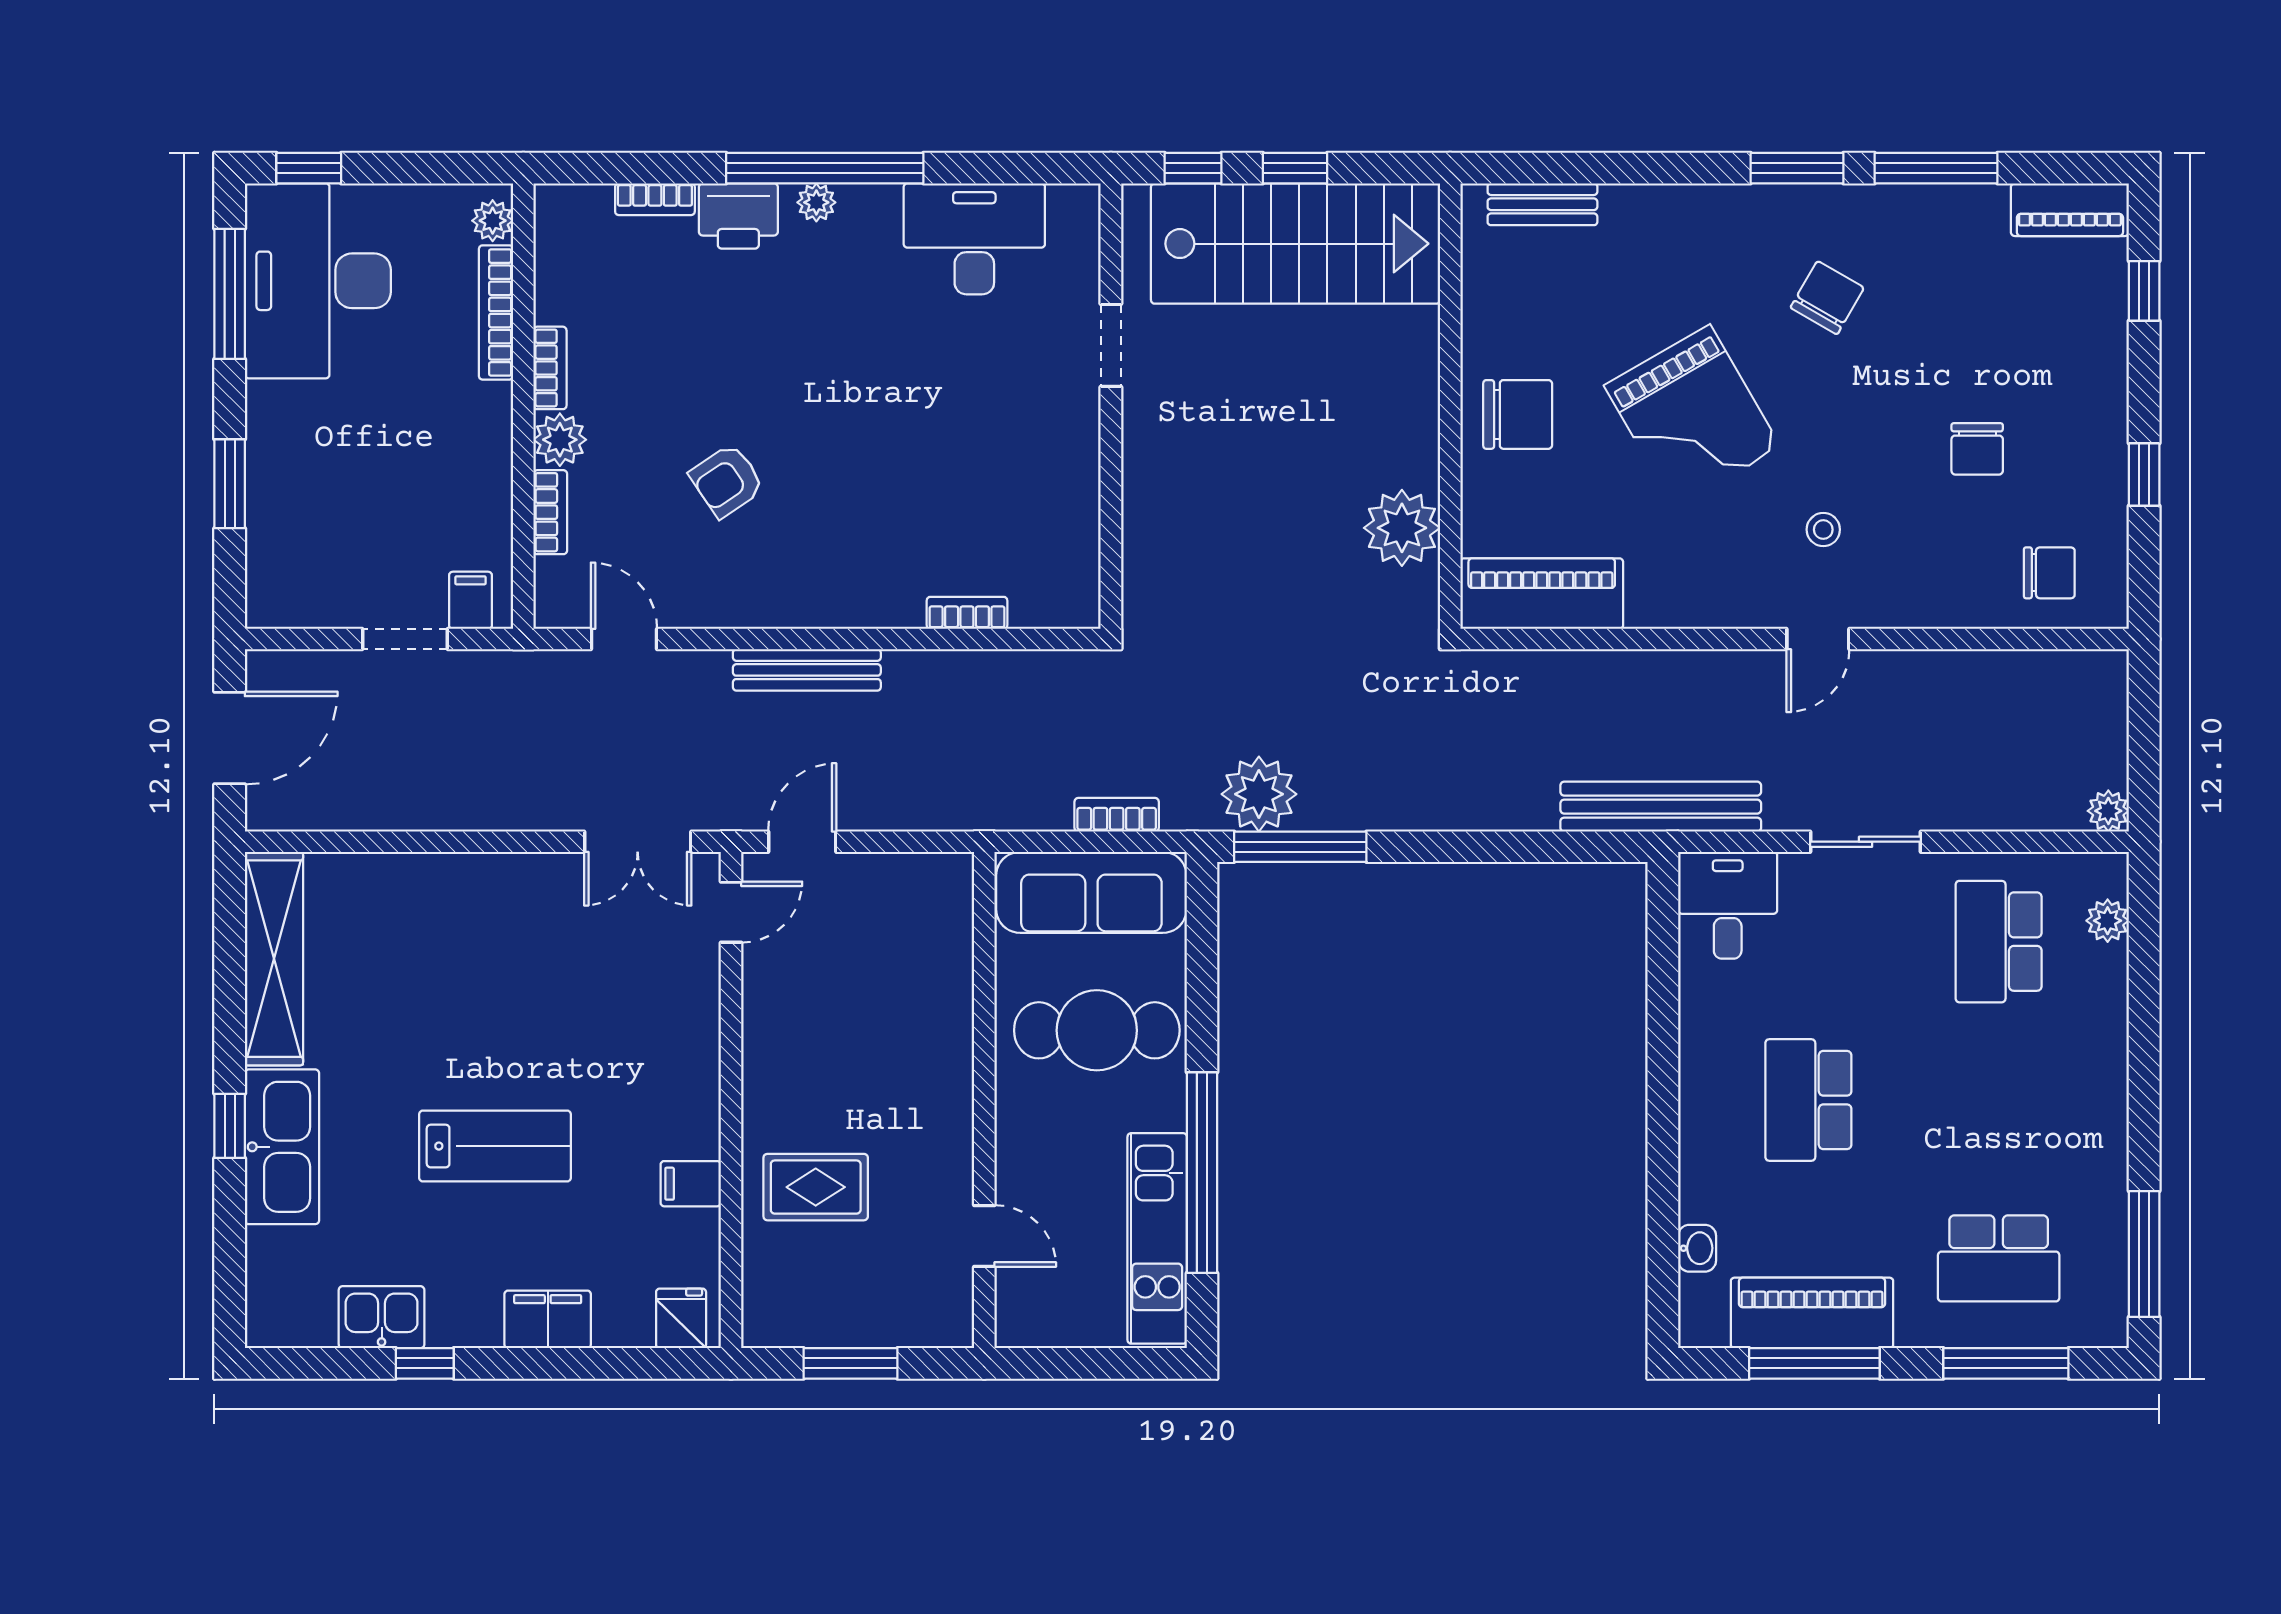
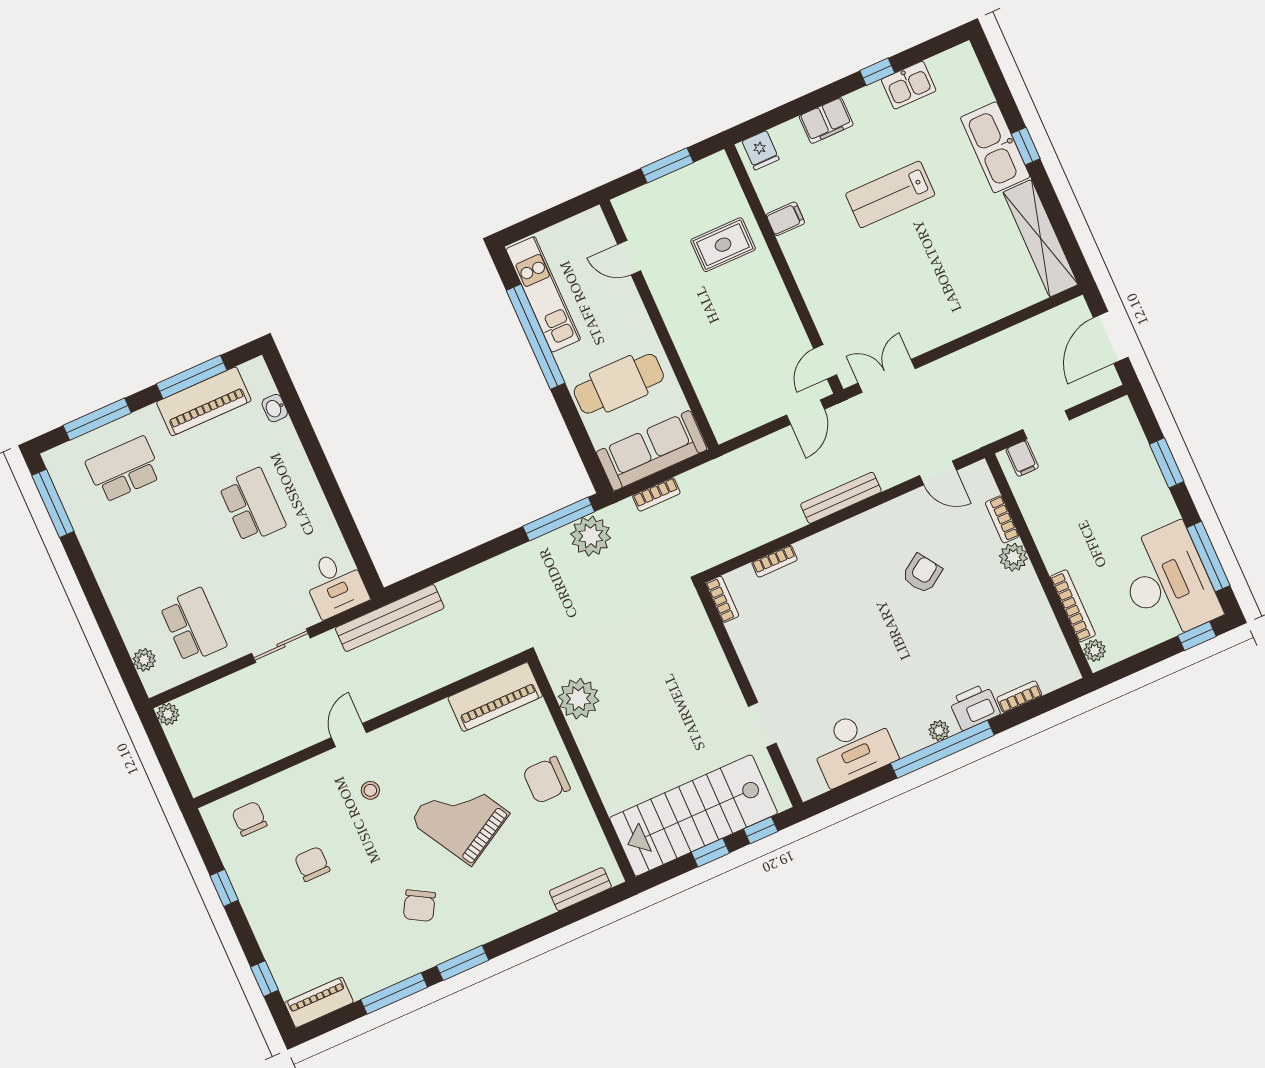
bookcase: (550, 368) -> (722, 599), moved, turned 180
chair: (2049, 573) -> (249, 819), turned 90

